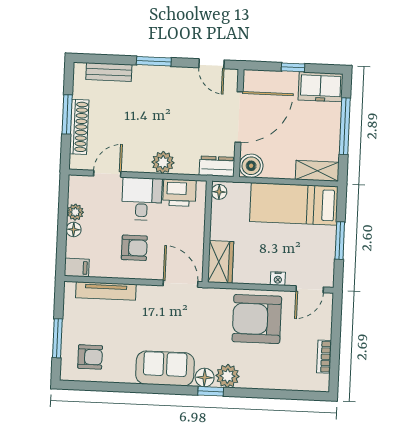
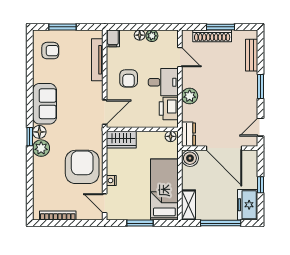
armchair: (90, 357) -> (50, 51), turned -90
bookcase: (324, 357) -> (58, 215), width x1.56

